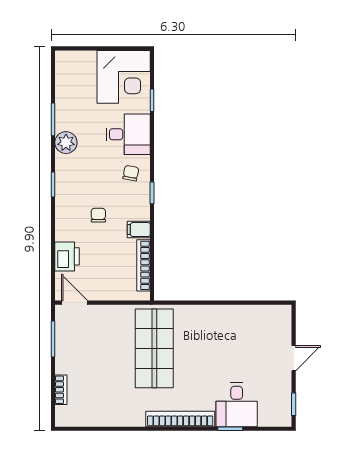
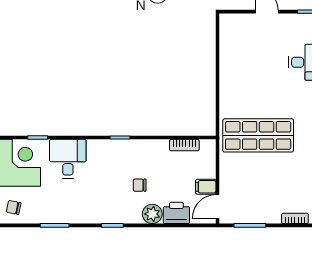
plant: (66, 143) -> (152, 214), moved
chair: (131, 173) -> (14, 207), moved
filing cabinet: (139, 230) -> (206, 187), moved, turned 90
bookcase: (143, 265) -> (184, 145), width x0.64

